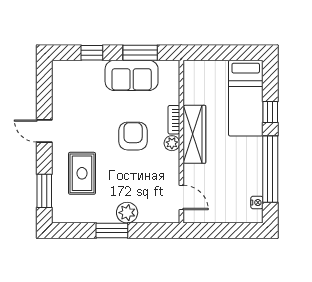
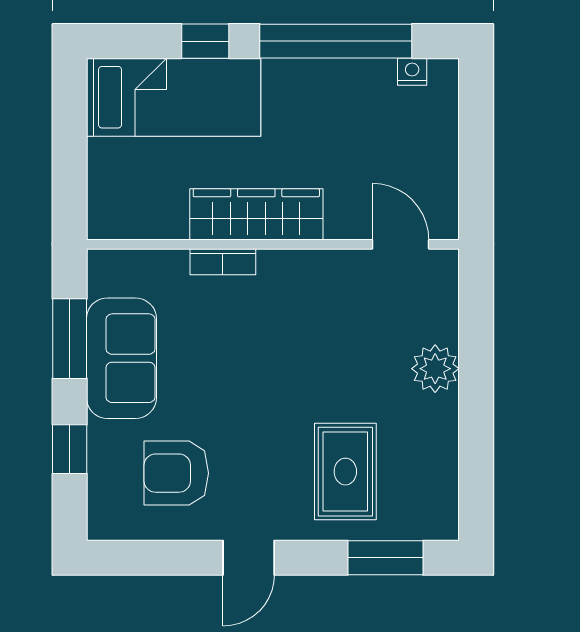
armchair: (133, 136) -> (176, 473), moved
plant: (172, 143) -> (276, 266), removed
rug: (82, 173) -> (345, 472), turned 90
door: (181, 197) -> (401, 244), hinge flipped
window: (112, 230) -> (476, 403), removed

